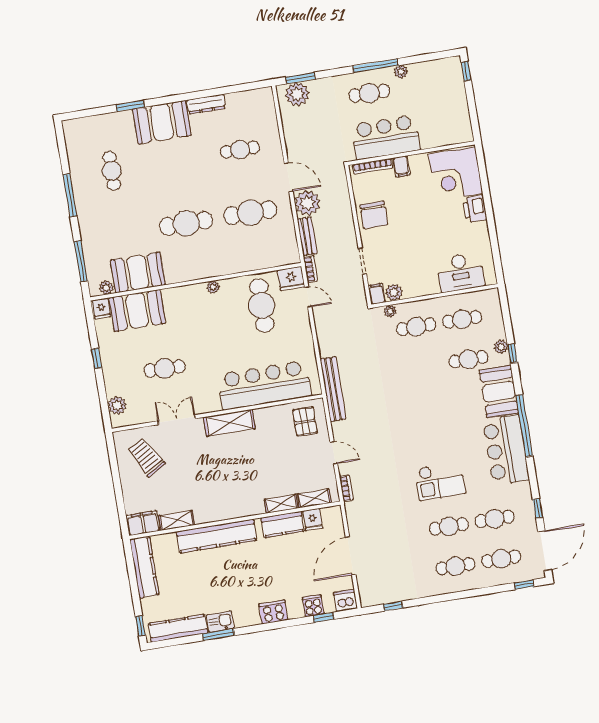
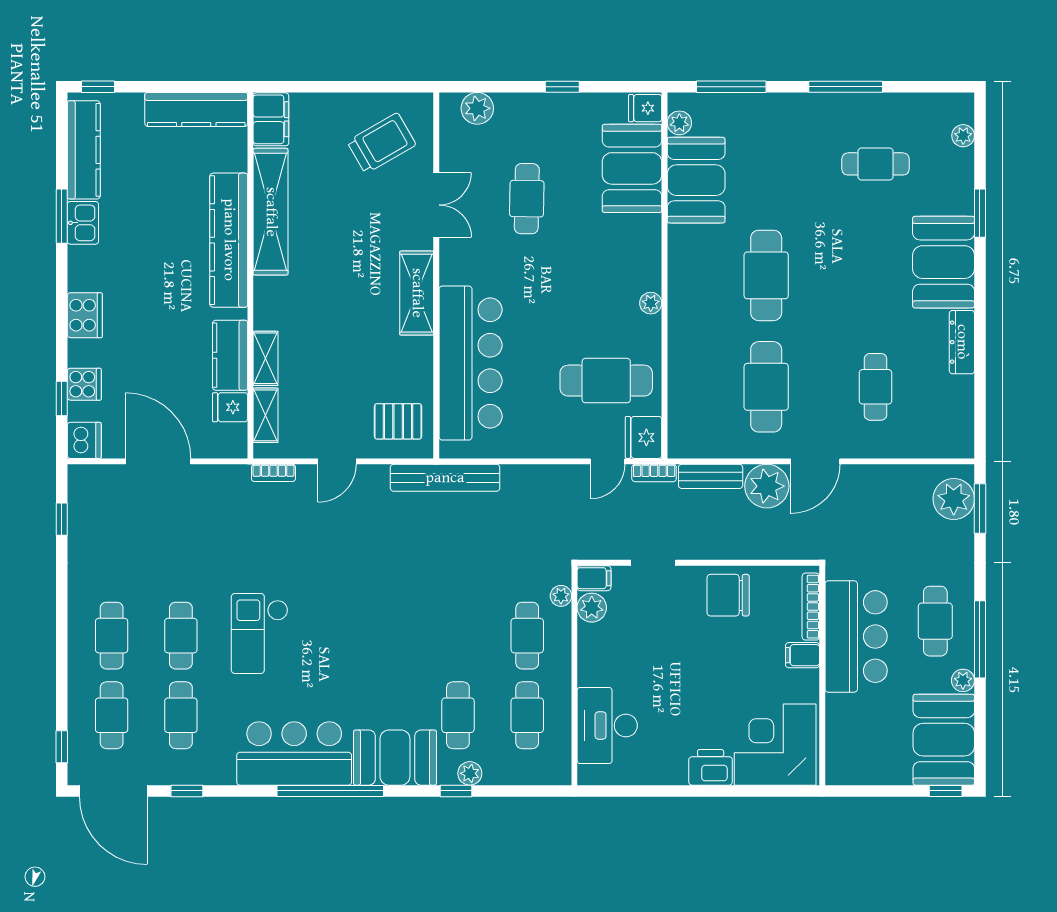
booth: (437, 77) -> (944, 740), added
plant: (87, 123) -> (963, 136), added
shelving: (177, 520) -> (271, 212), width x2.20, depth x1.33

